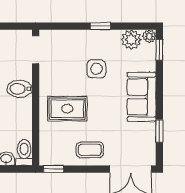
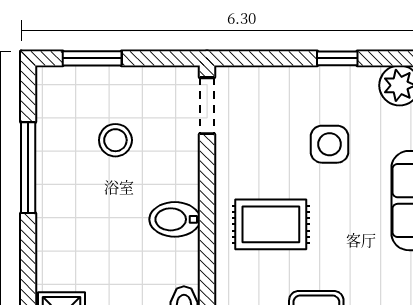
bidet: (19, 89) -> (175, 219), moved

